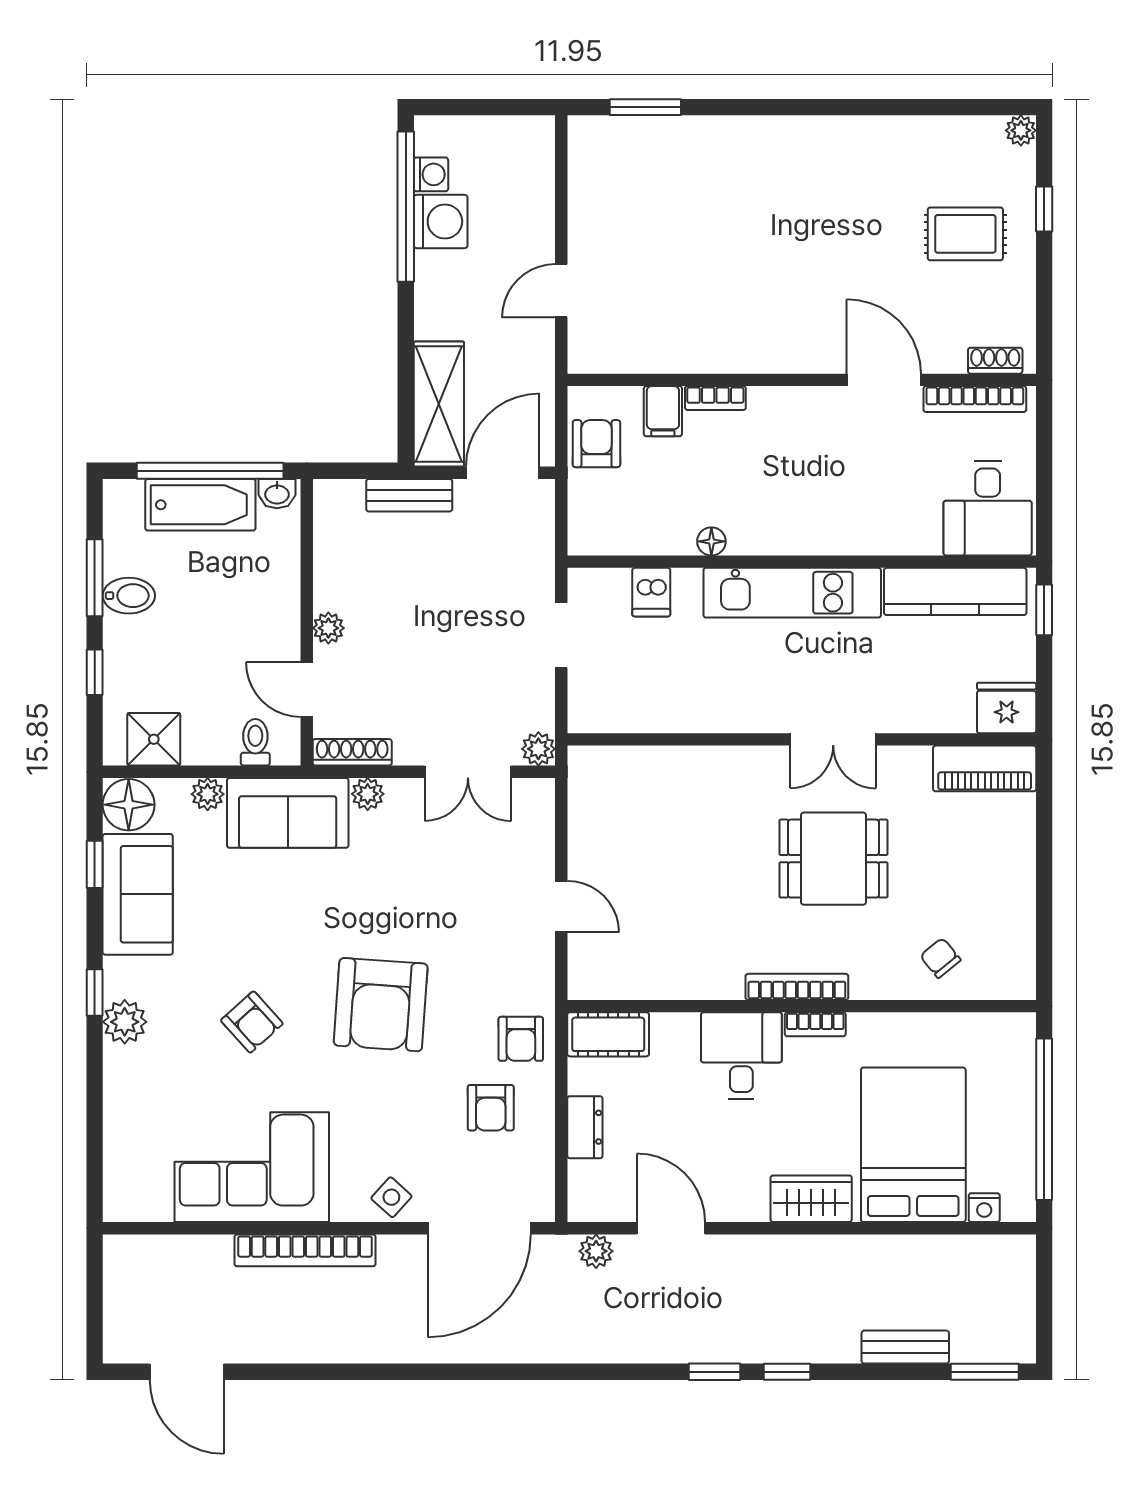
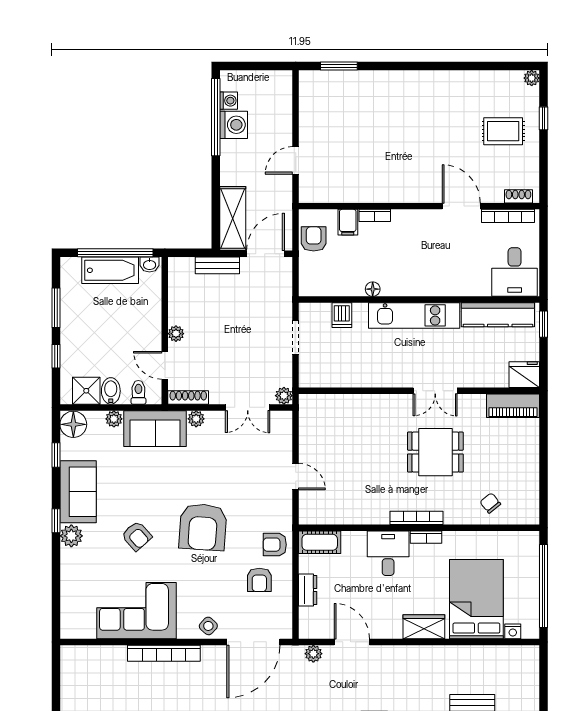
bidet: (129, 596) -> (111, 391), moved, turned -90
sofa: (138, 894) -> (78, 492), moved
armchair: (521, 1039) -> (275, 545), turned 90

